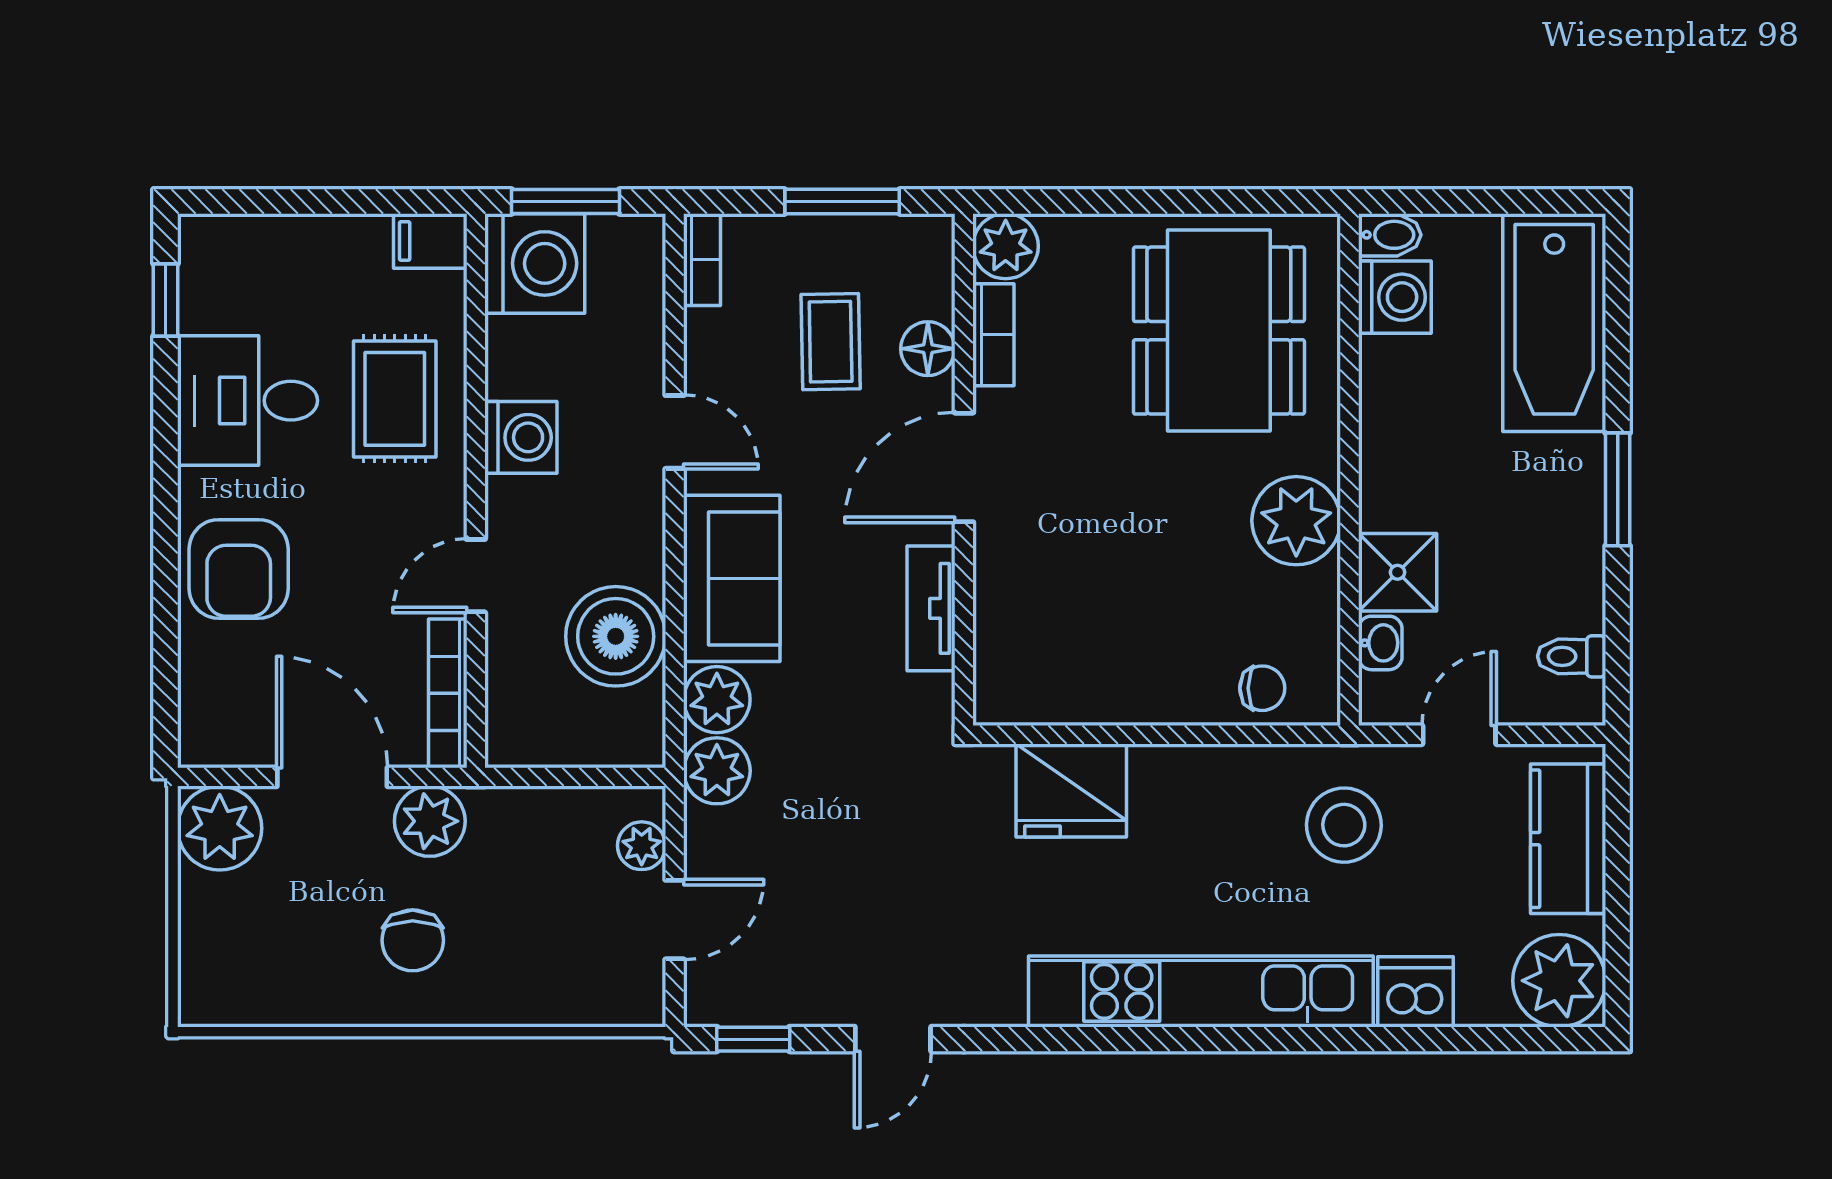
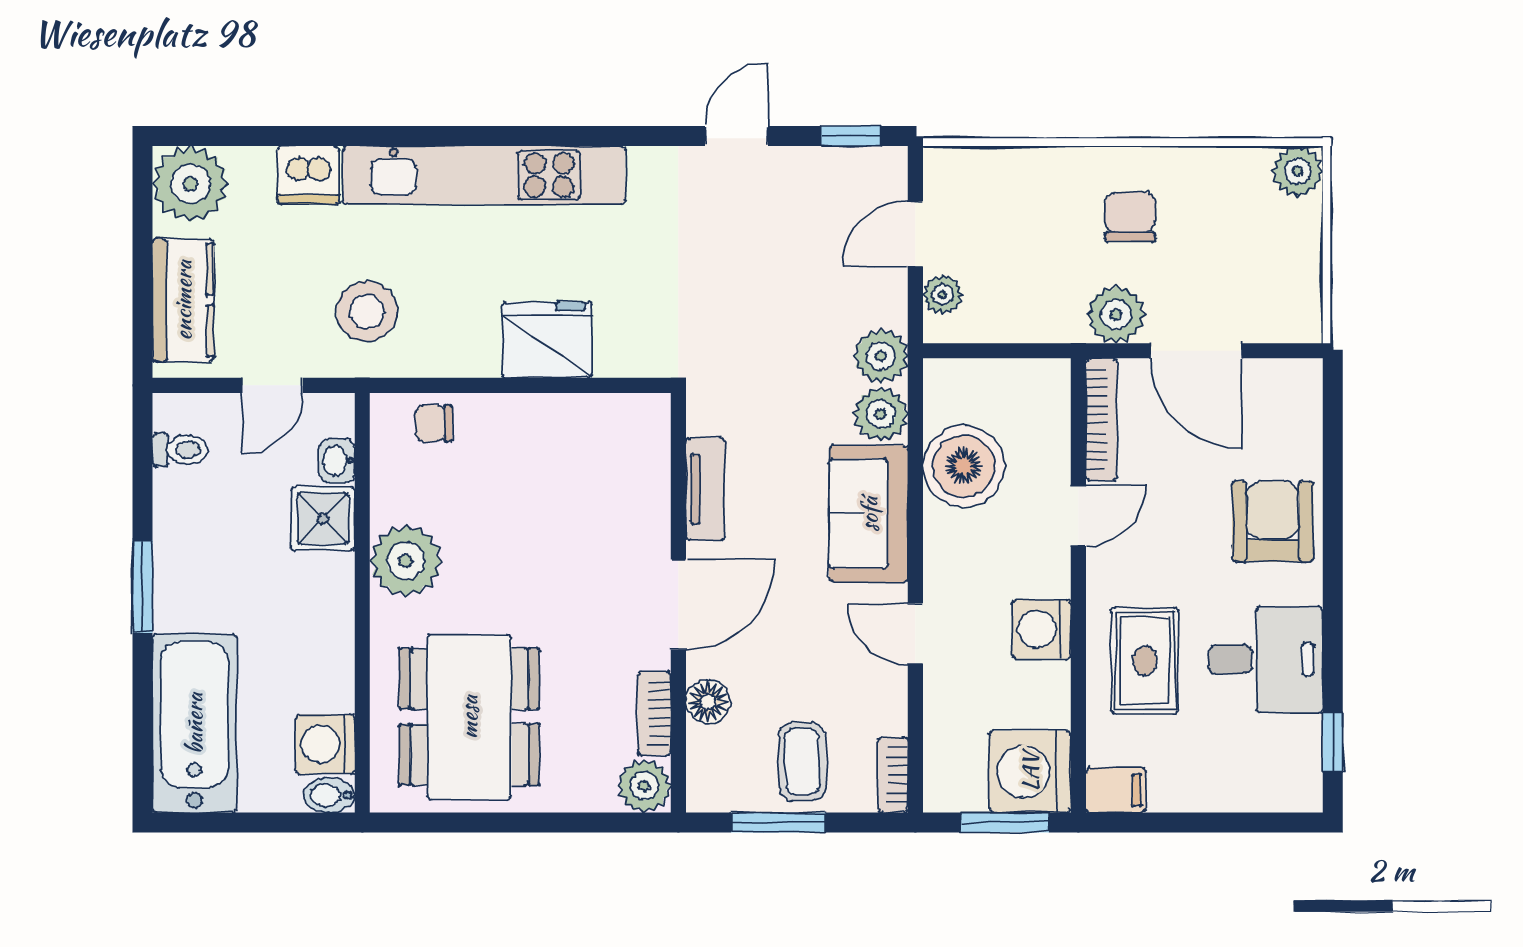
coffee table: (831, 342) -> (802, 762), moved
fridge: (1071, 790) -> (547, 340), moved
plant: (220, 828) -> (1298, 171), moved, width x0.73, depth x0.73

